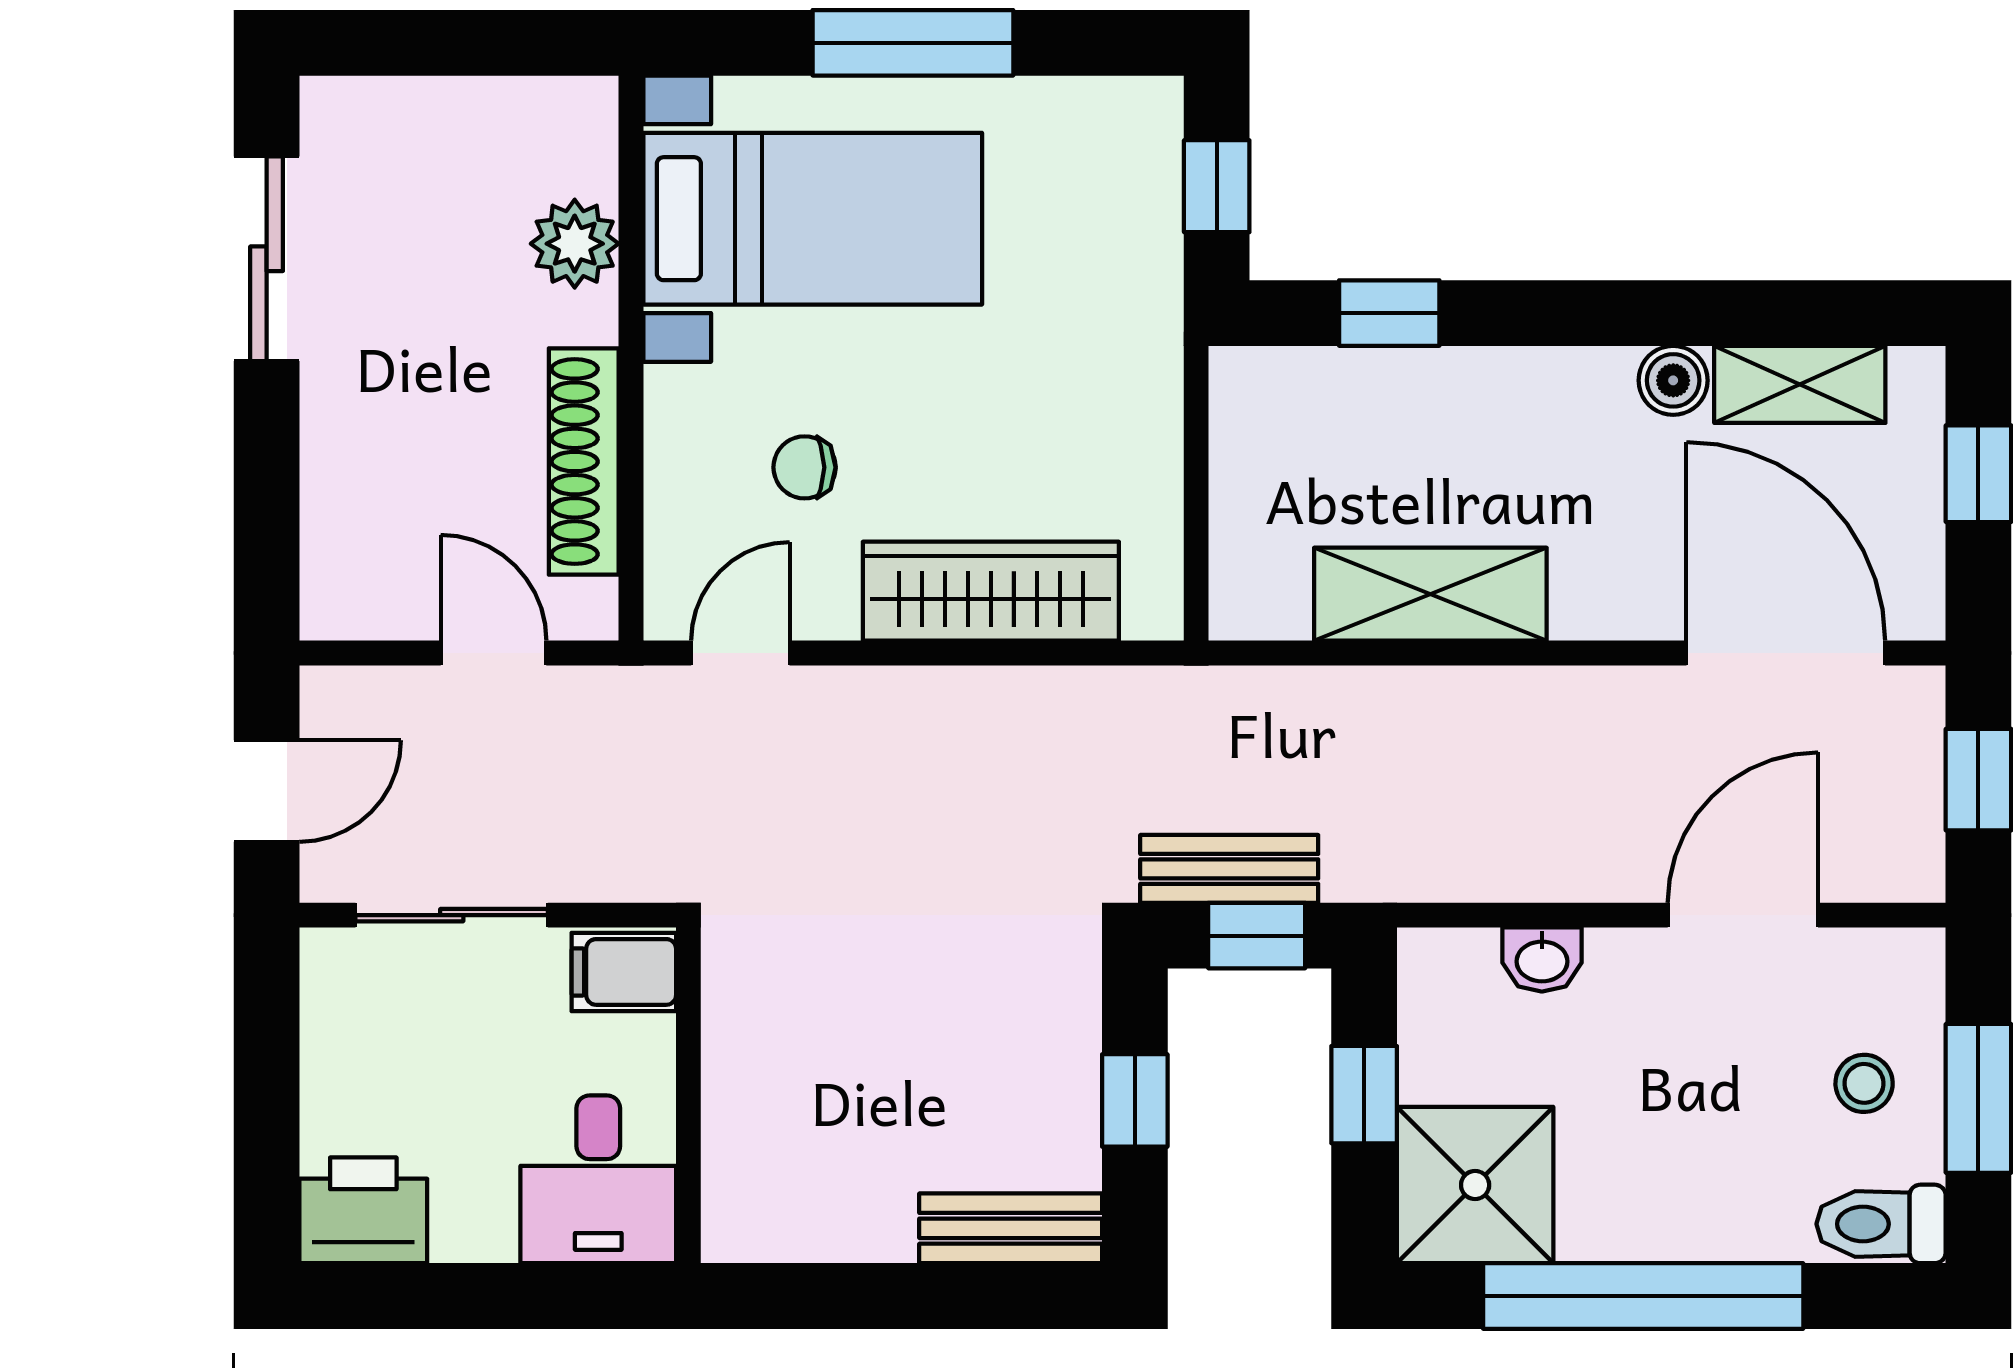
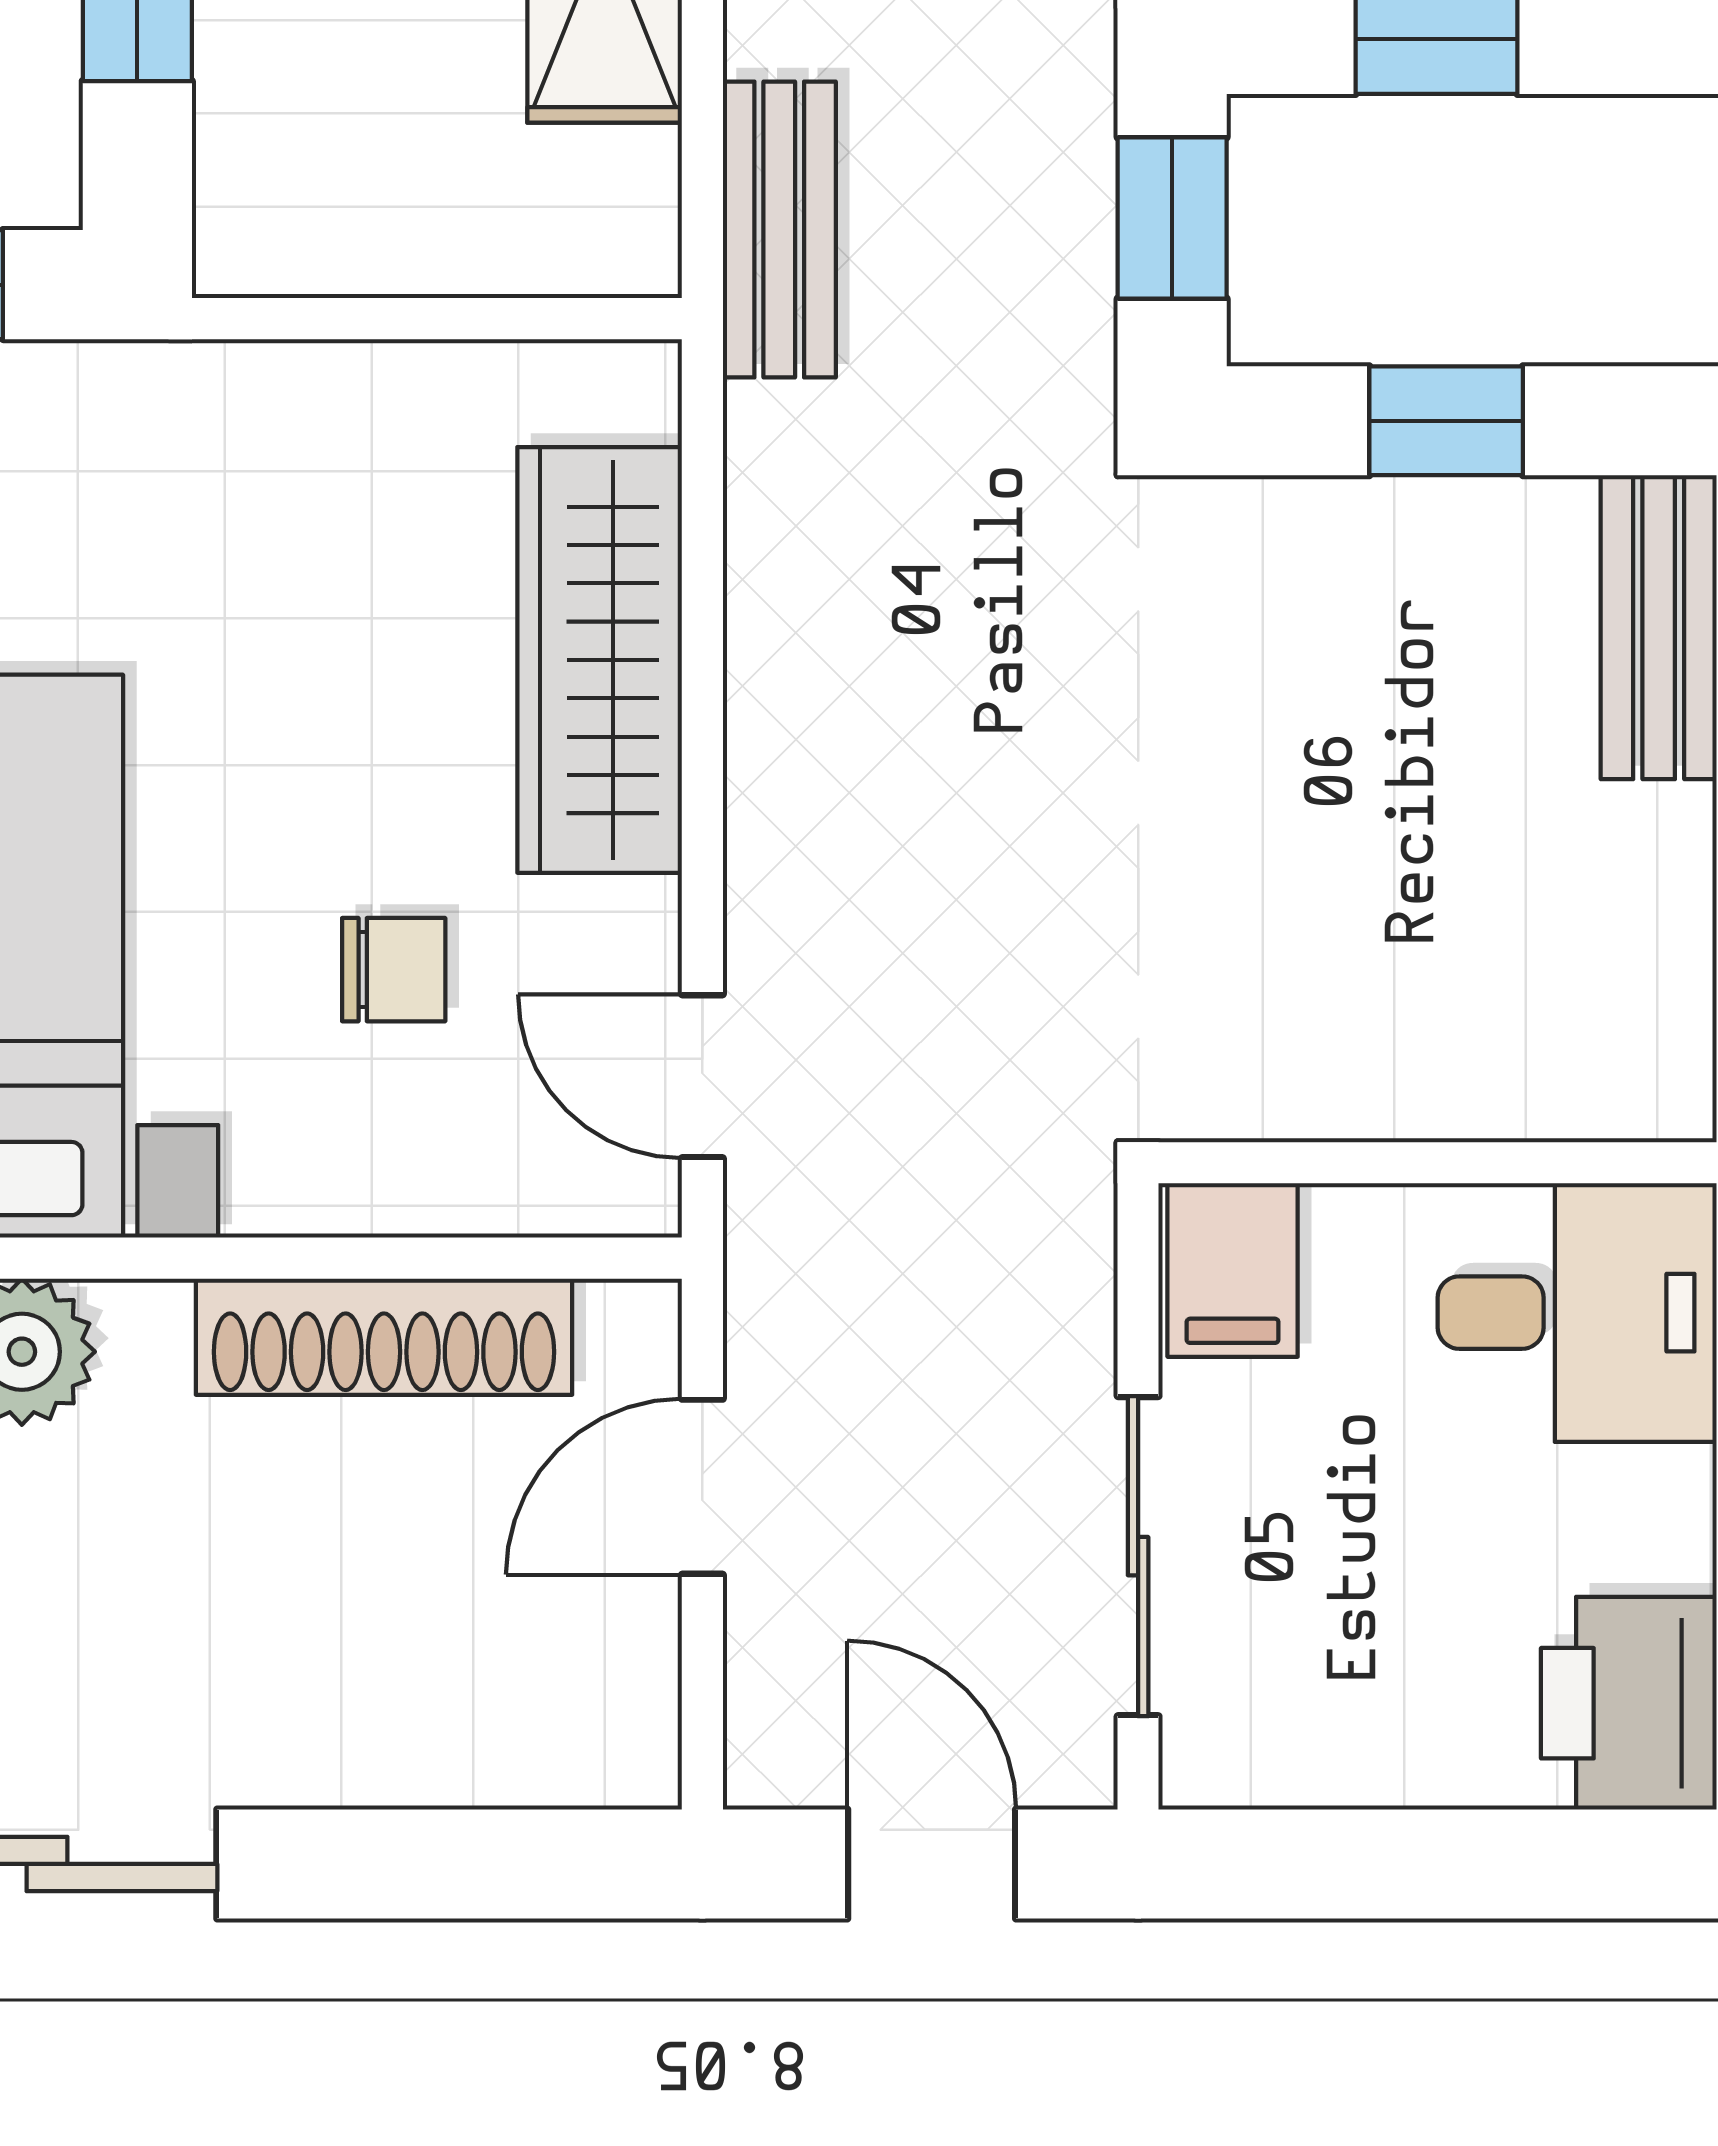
chair: (805, 467) -> (394, 970), turned -90
bench: (1229, 869) -> (779, 230), moved

